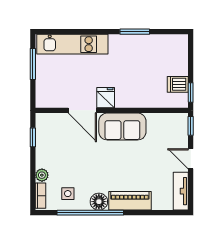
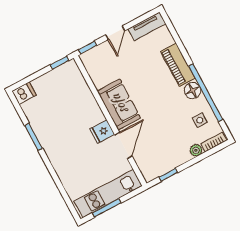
kitchen unit: (72, 44) -> (108, 193), moved, turned -90
dishwasher: (178, 84) -> (24, 93), moved, turned -90

